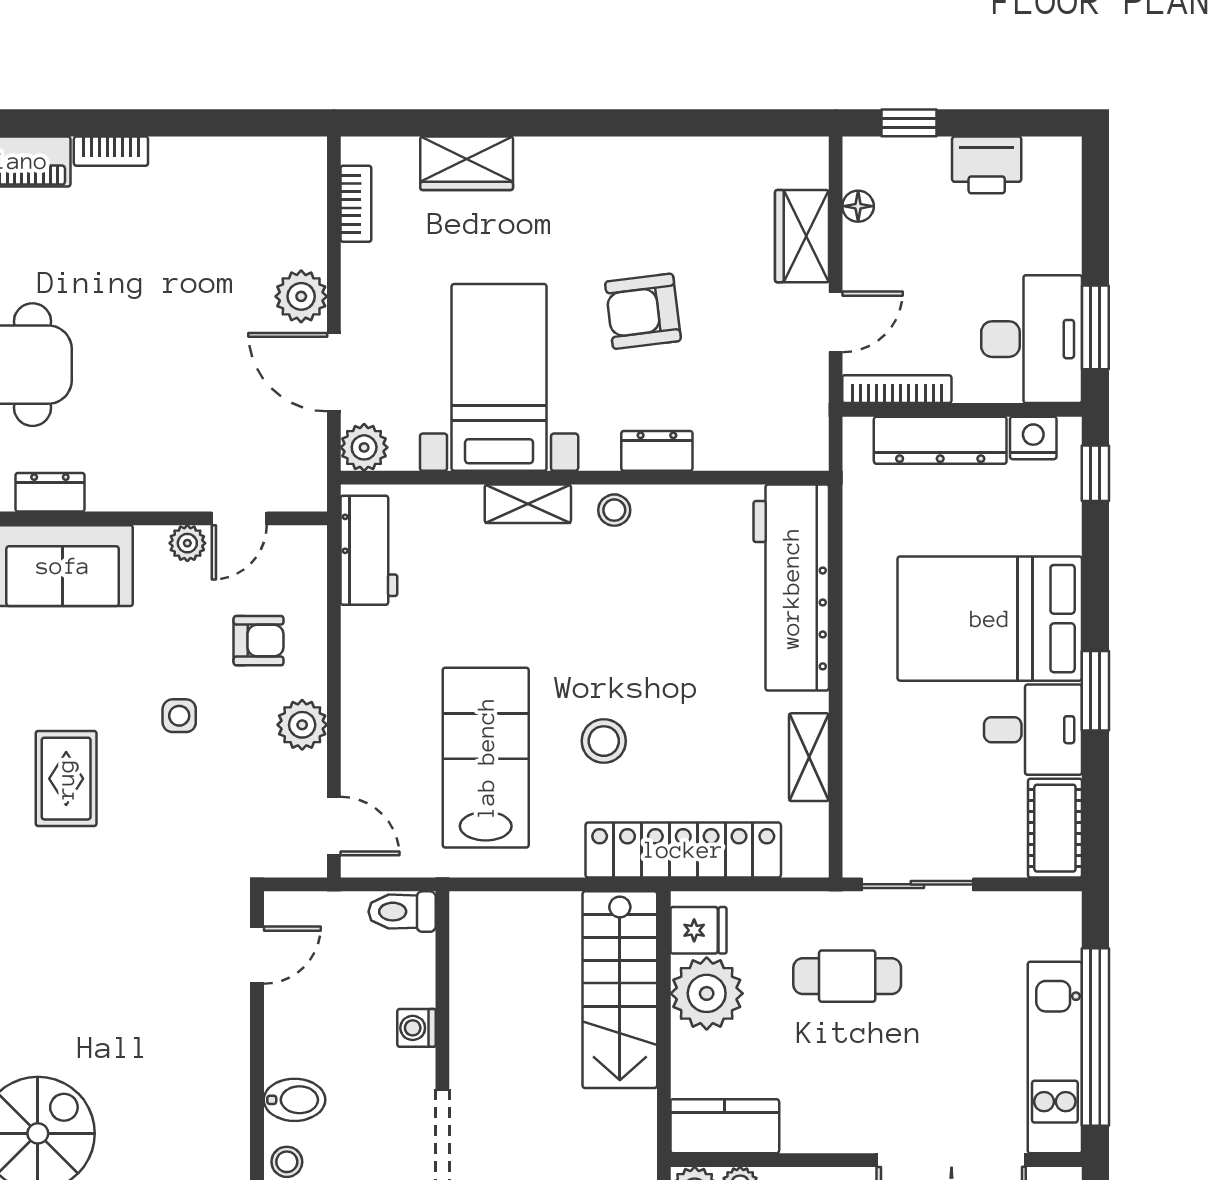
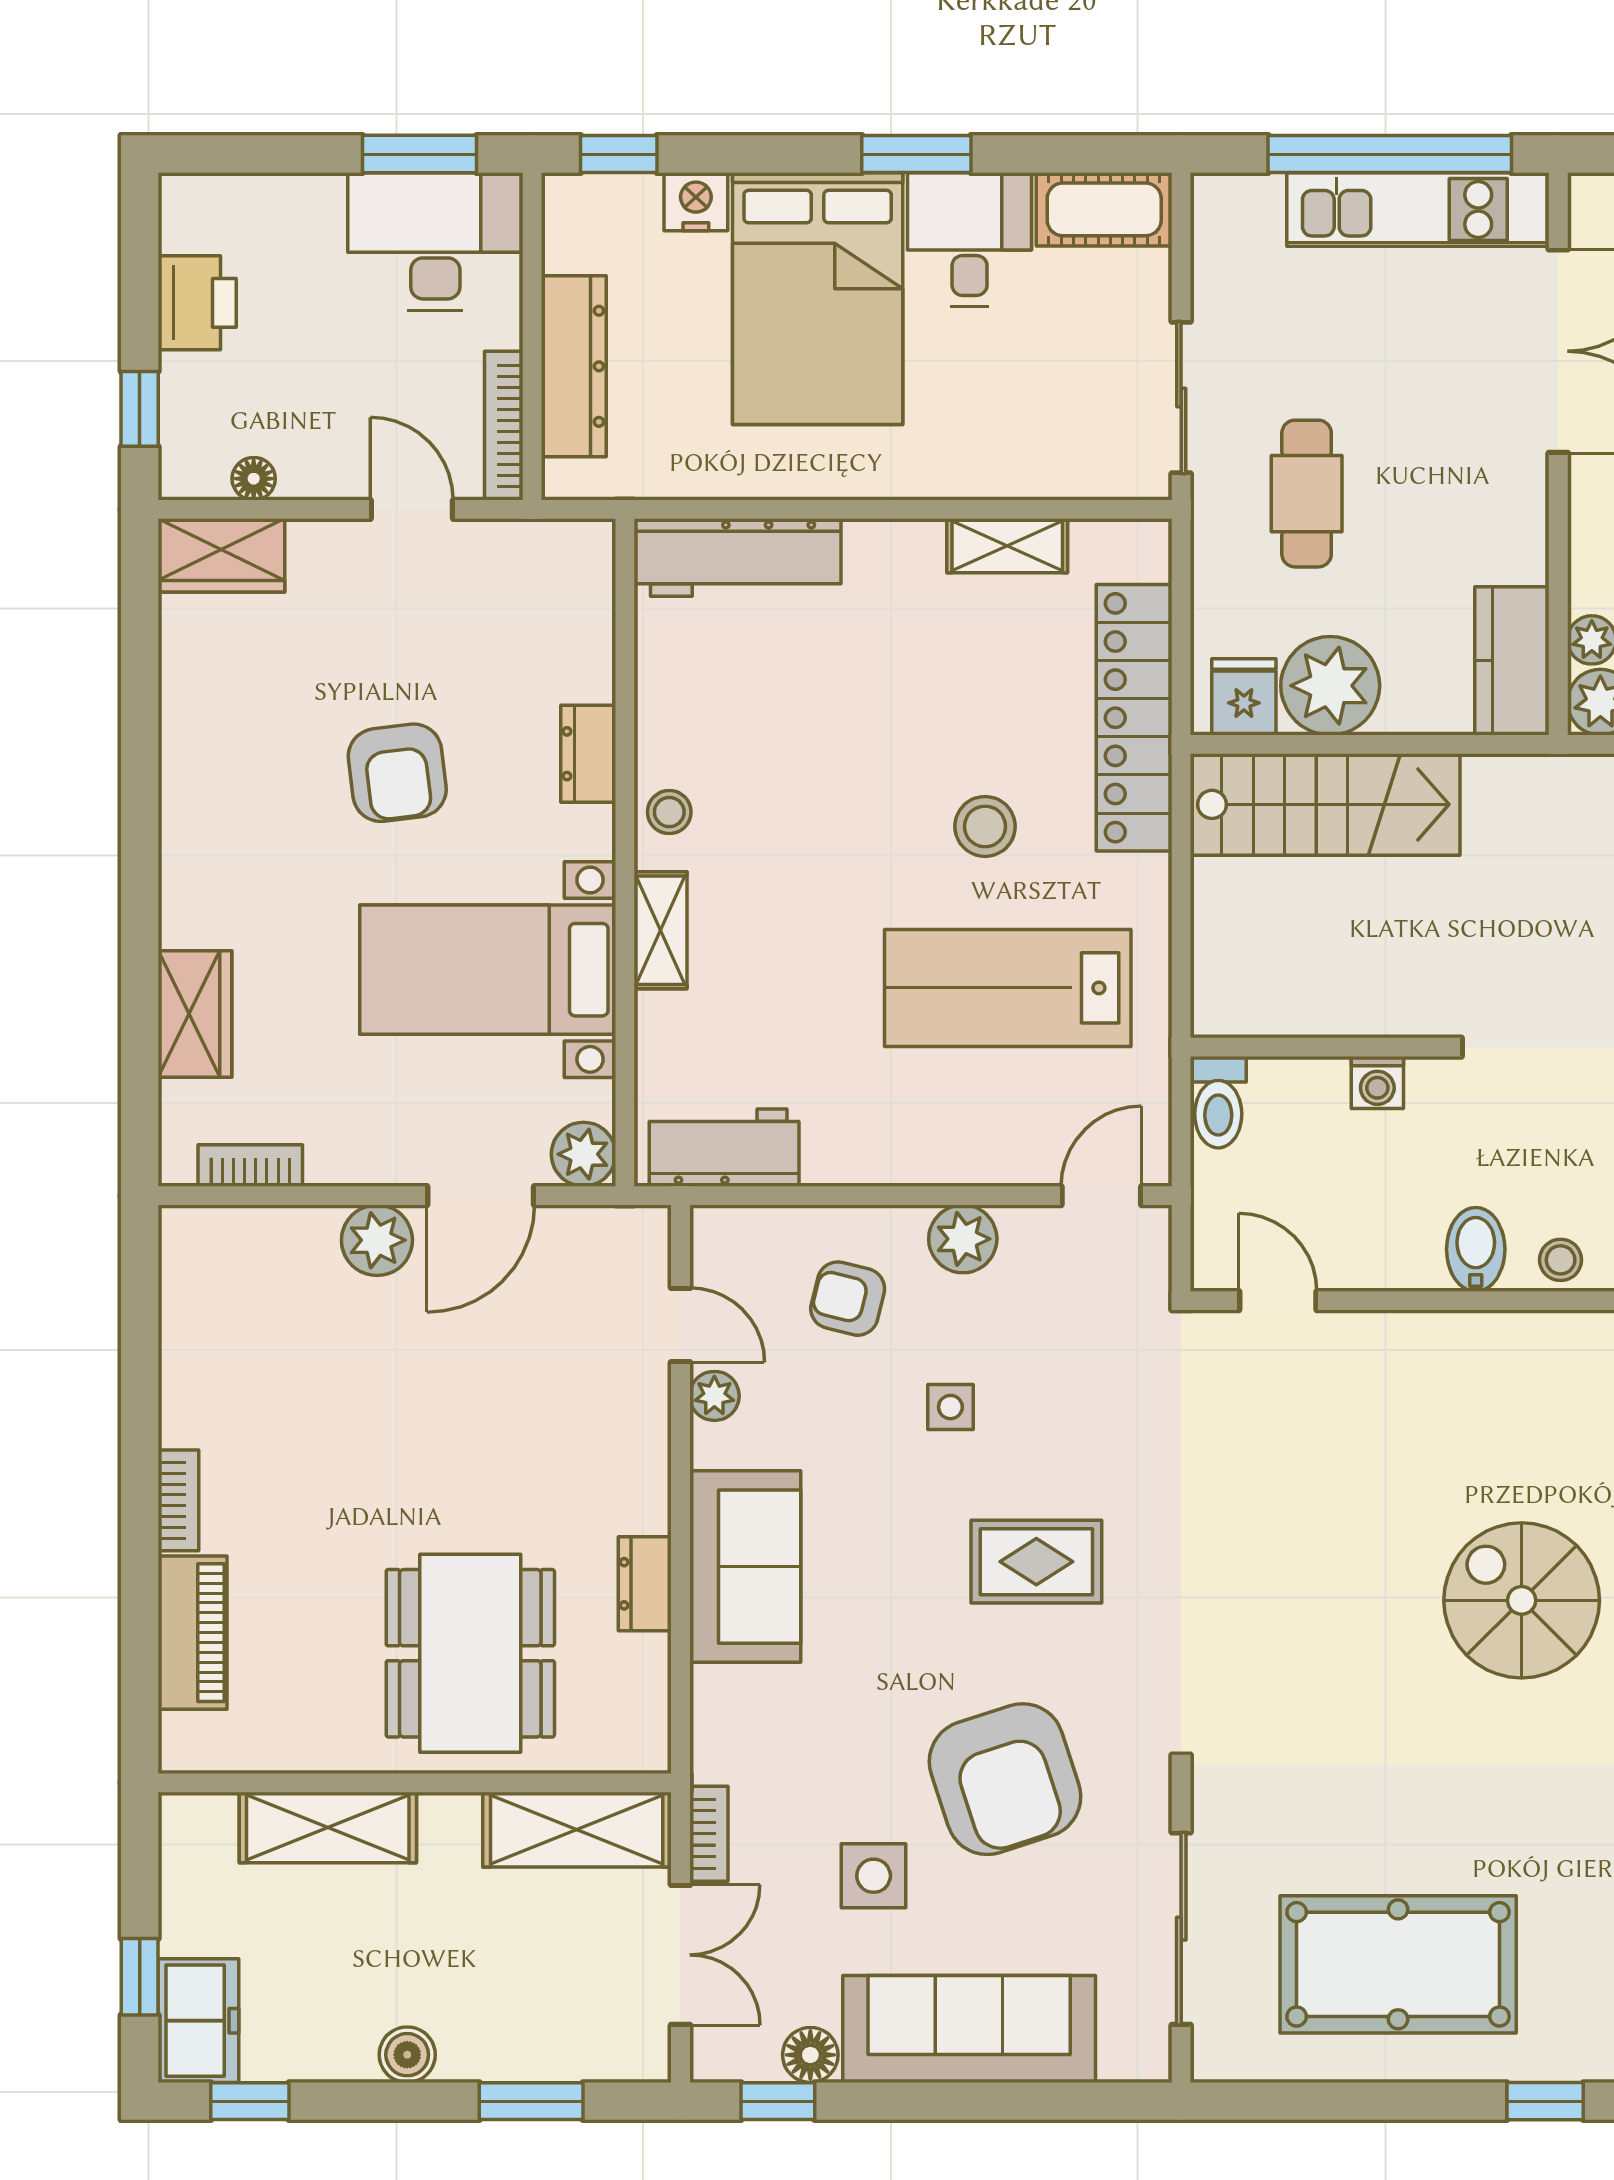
wardrobe: (802, 236) -> (221, 555), moved
nightstand: (1033, 438) -> (696, 202), moved, turned 90
workbench: (791, 588) -> (738, 558), width x0.73, depth x0.76
armchair: (259, 641) -> (848, 1299), turned -76

